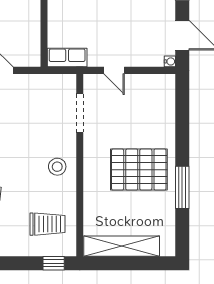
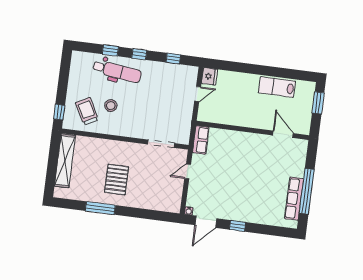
stool: (57, 167) -> (111, 106), moved
pallet: (139, 170) -> (117, 180), width x0.73, depth x0.71
trolley: (47, 224) -> (87, 111), turned 152

